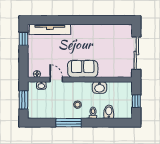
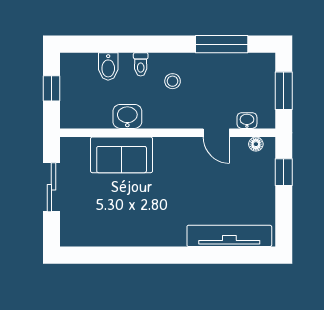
window: (23, 39) -> (284, 172), moved
sliding door: (136, 53) -> (51, 187), width x0.73
sofa: (83, 69) -> (122, 155), moved
window: (69, 123) -> (222, 44), moved

